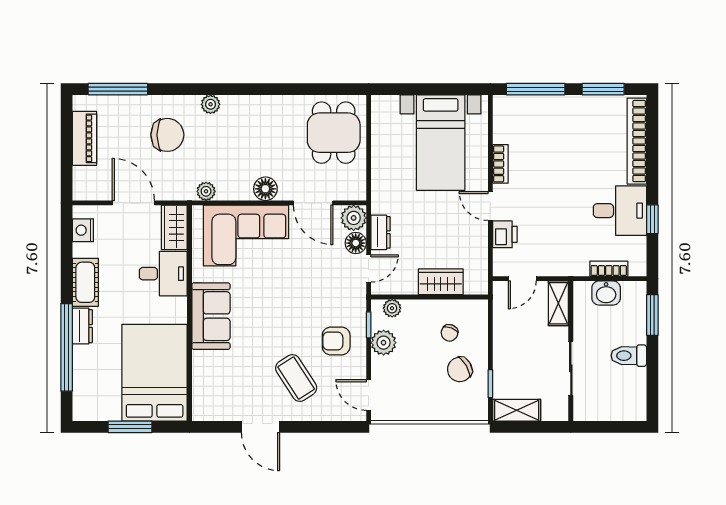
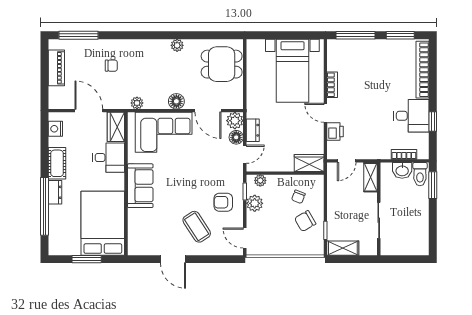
plant: (211, 104) -> (177, 45), moved
dining table: (334, 133) -> (222, 64), turned 90
chair: (167, 135) -> (111, 66), width x0.54, depth x0.54
wardrobe: (441, 282) -> (309, 163), moved
toilet: (629, 356) -> (420, 174), moved, turned -90

